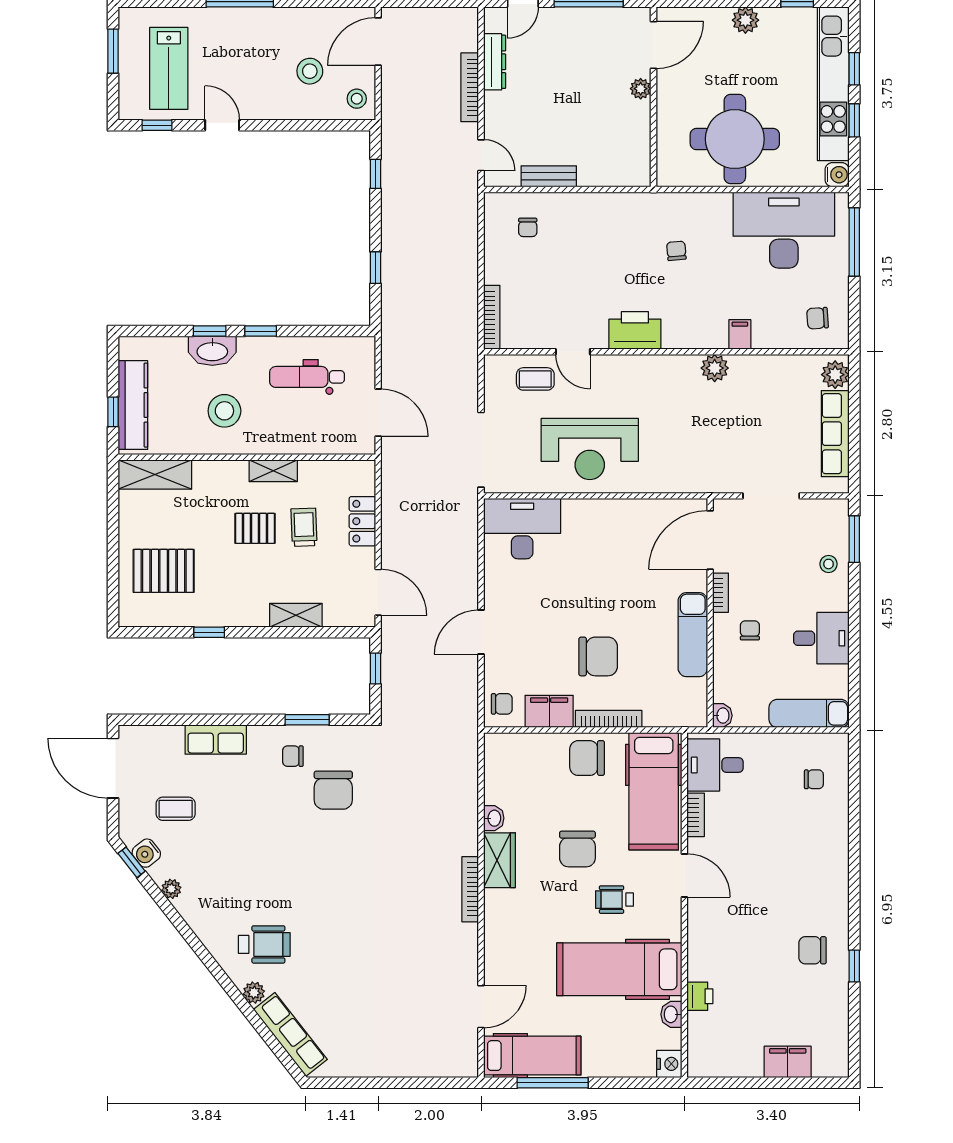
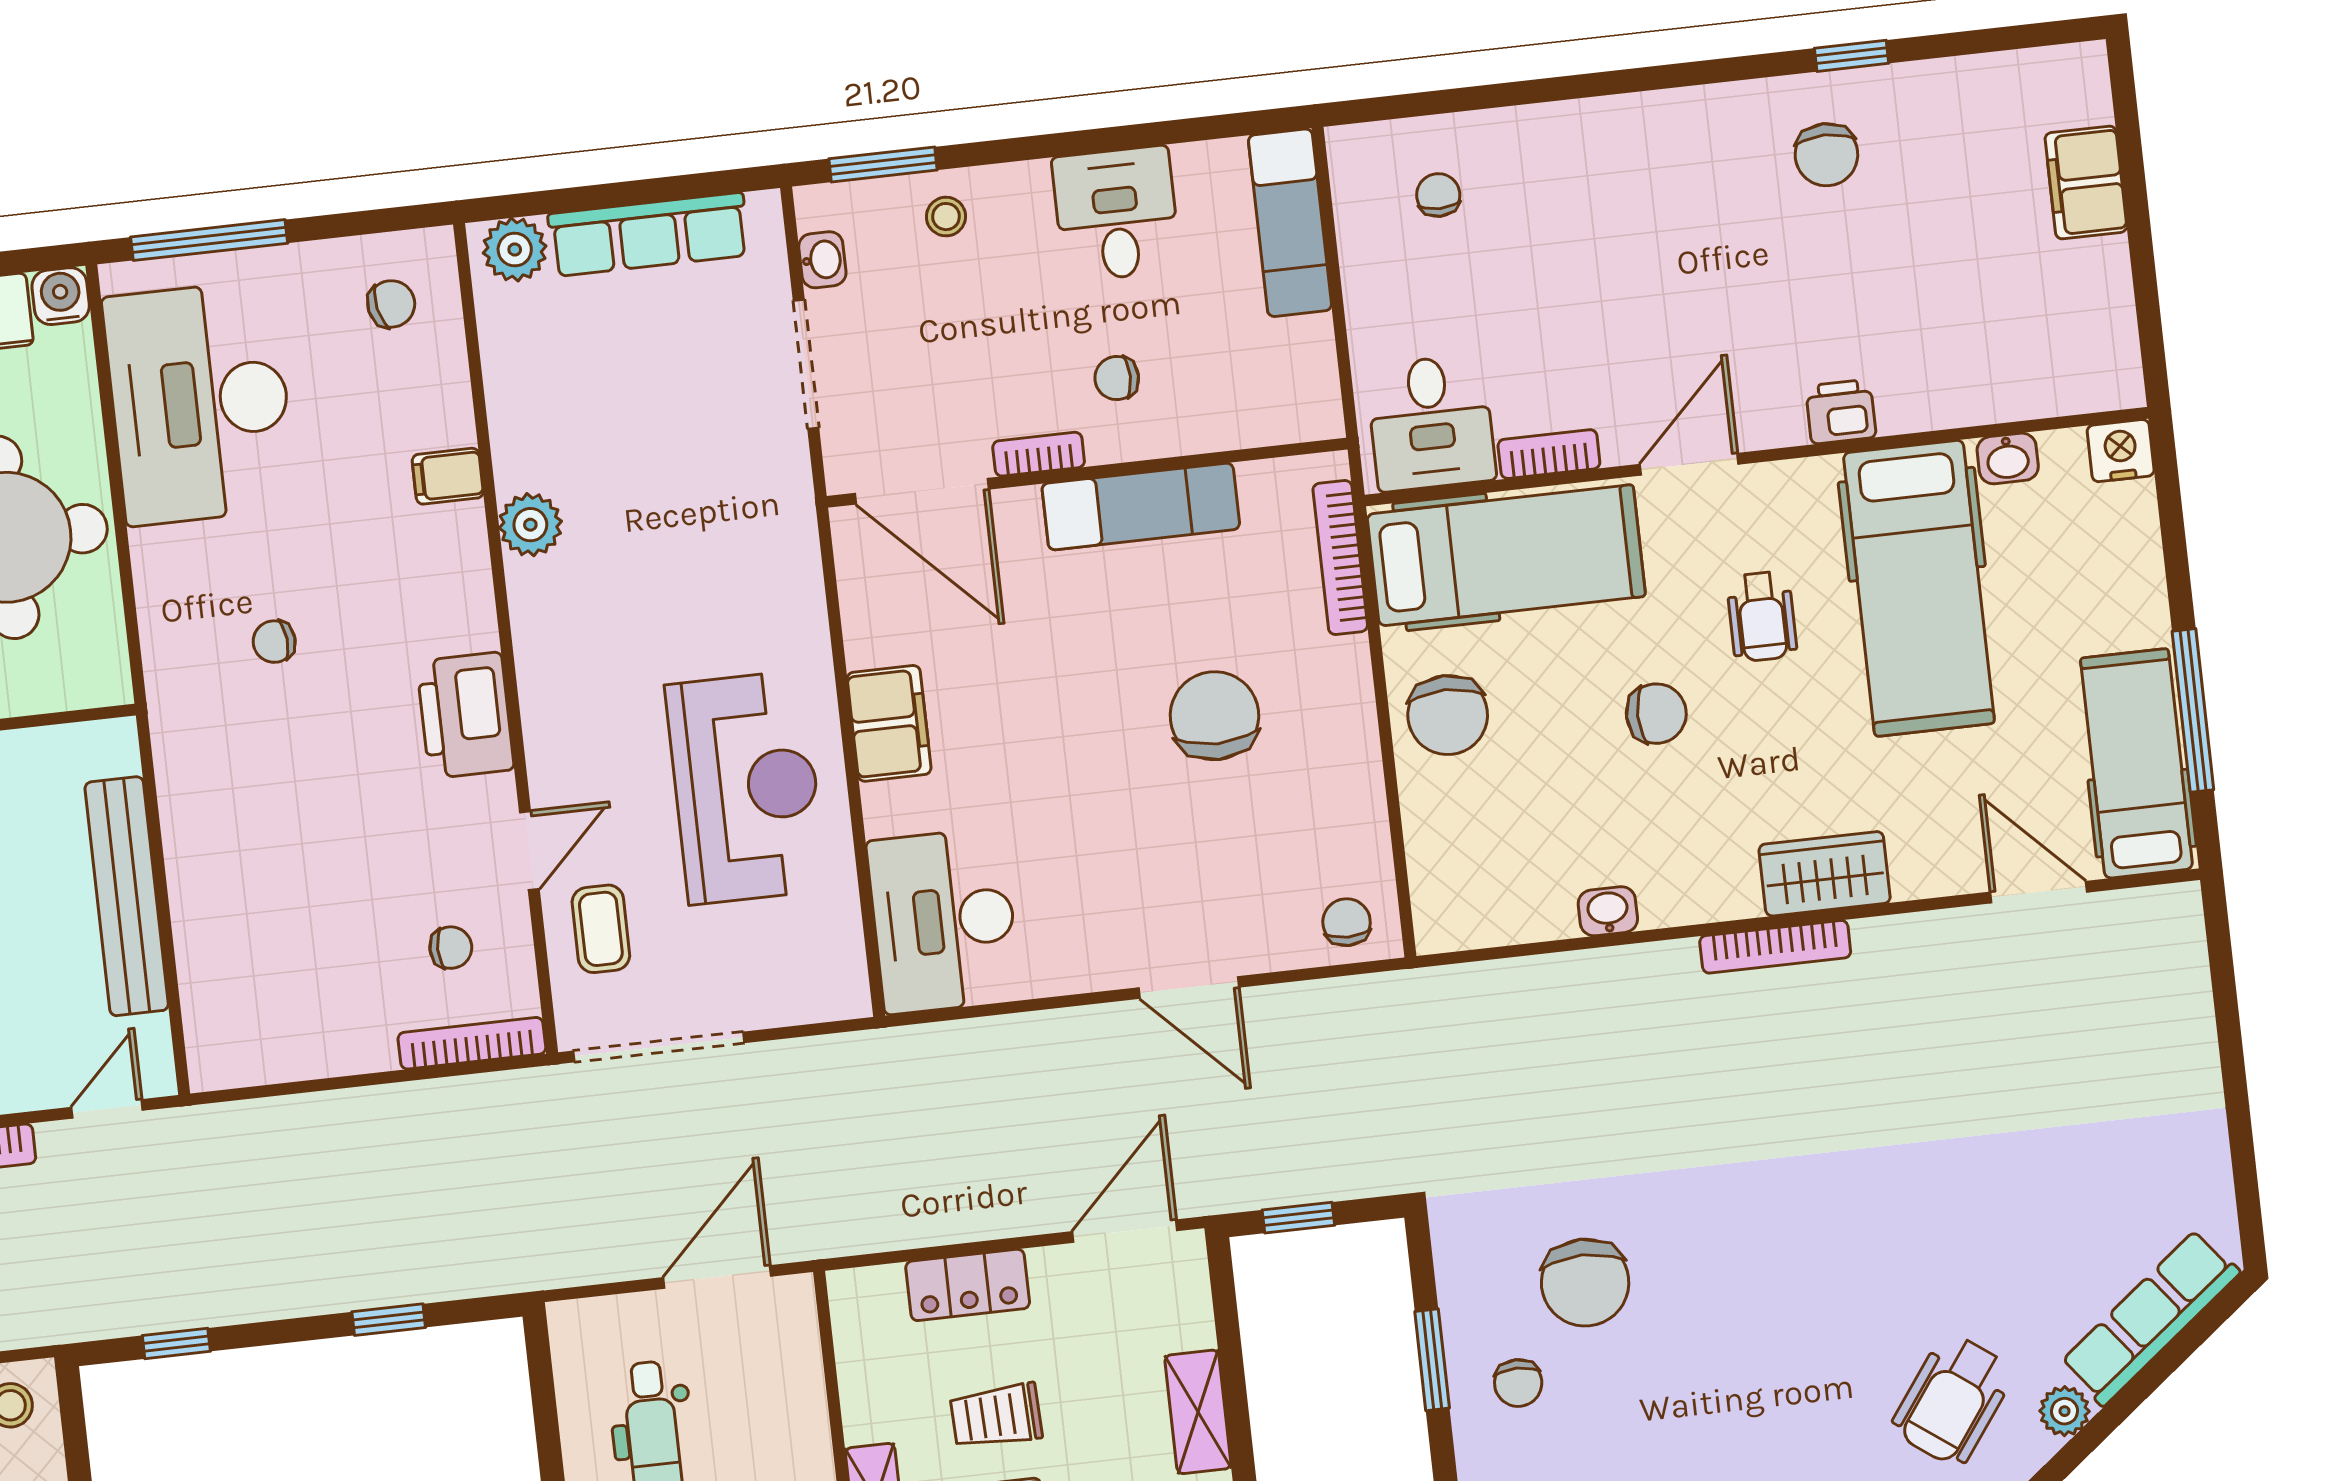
bench: (549, 176) -> (127, 896), width x1.86, depth x1.21
chair: (528, 227) -> (451, 948), moved
chair: (818, 318) -> (391, 304), turned -98
doorway: (481, 450) -> (659, 1047), moved
filing cabinet: (549, 711) -> (889, 723), moved, turned 180
washbasin: (722, 716) -> (822, 260), moved, turned 90
bookcase: (609, 719) -> (1340, 558), moved
chair: (333, 790) -> (1585, 1283), turned 90
chair: (577, 849) -> (1656, 714), width x0.73, depth x0.73
wardrobe: (500, 860) -> (1825, 874), moved
wheelchair: (264, 944) -> (1953, 1400), turned -144
printer: (700, 996) -> (1841, 412), moved

